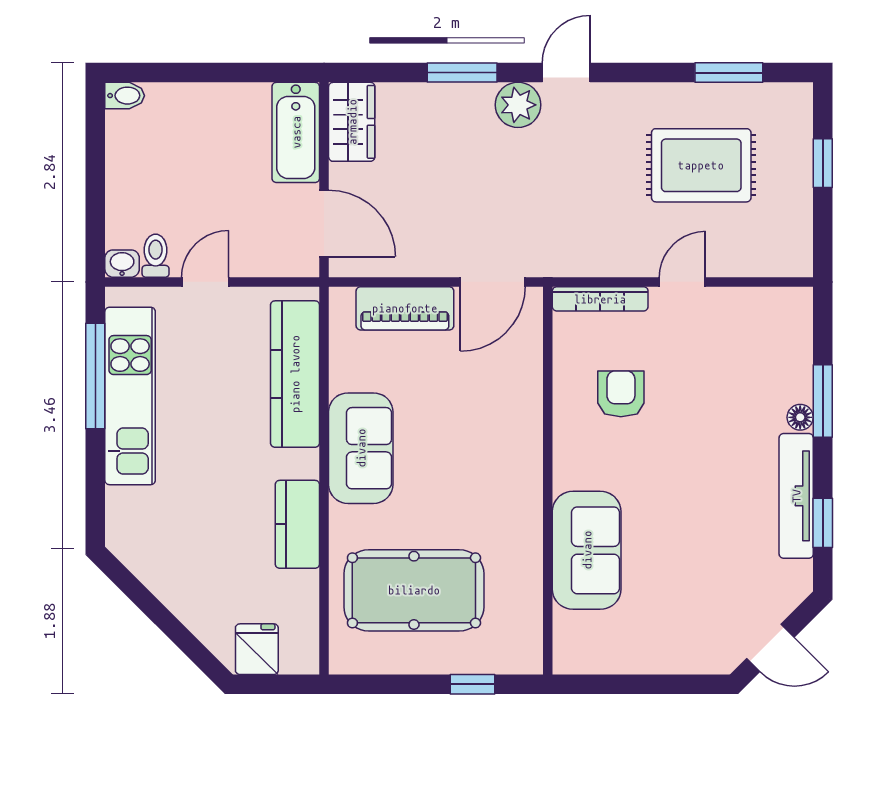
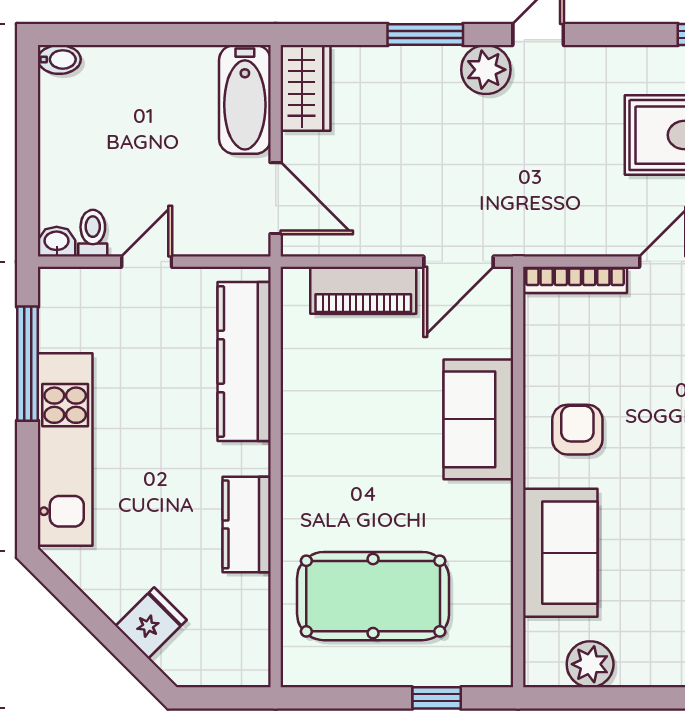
armchair: (621, 394) -> (577, 430), moved
kitchen unit: (130, 396) -> (65, 450), moved
sofa: (361, 448) -> (478, 419), moved, turned 180
fridge: (257, 649) -> (151, 623), moved, turned 45
plant: (614, 653) -> (590, 664), added

